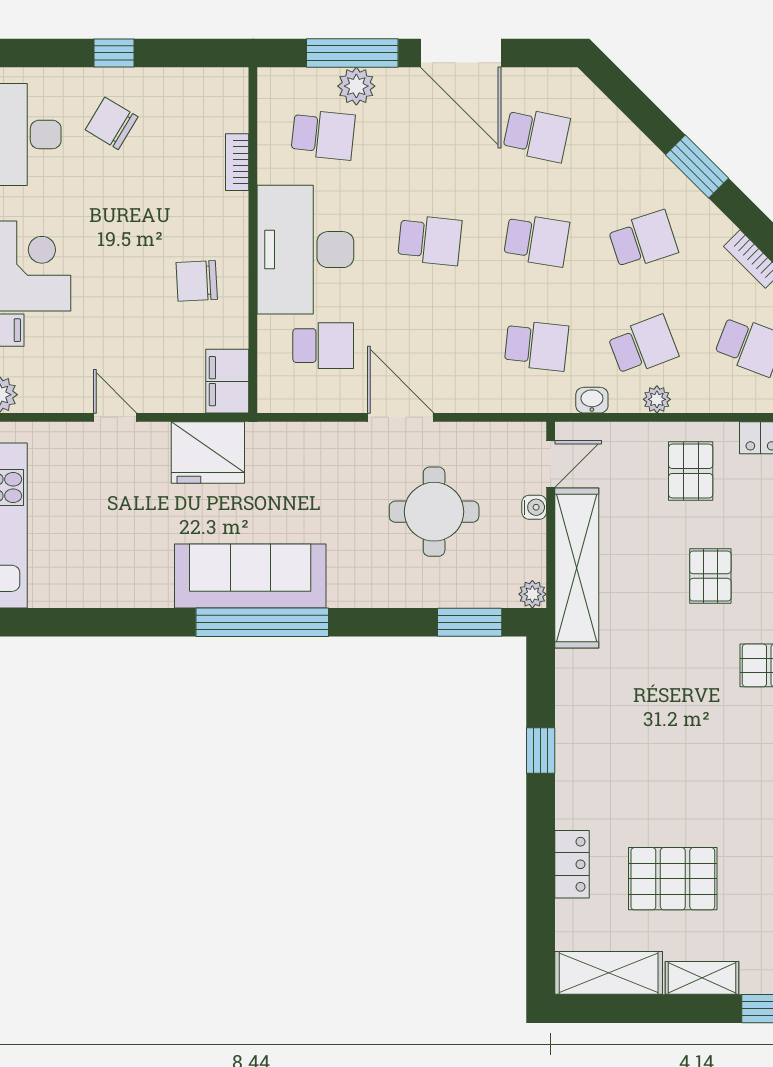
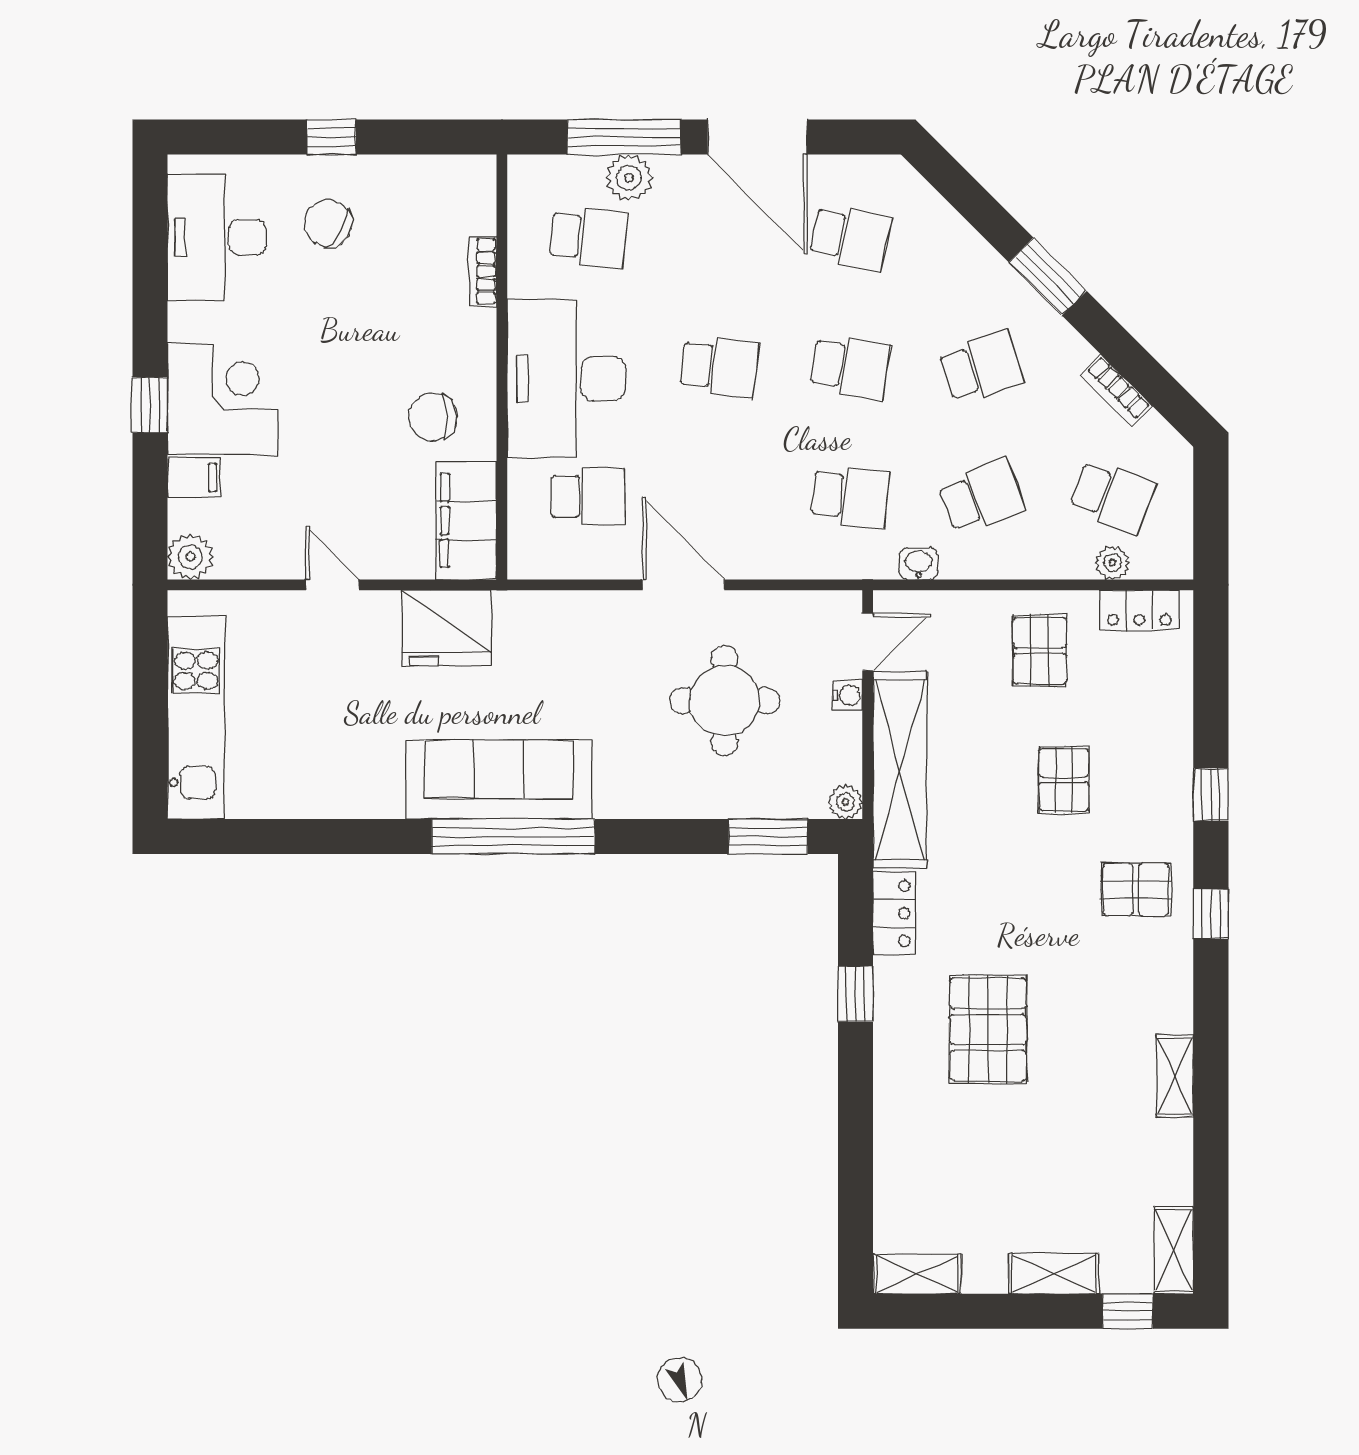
filing cabinet: (227, 381) -> (466, 521), width x1.50, depth x1.17
plant: (657, 399) -> (1112, 563), moved
locker: (572, 864) -> (894, 913), moved
pallet: (673, 879) -> (988, 1029), moved, turned 90
shelving: (609, 973) -> (917, 1274), width x0.67, depth x0.75

